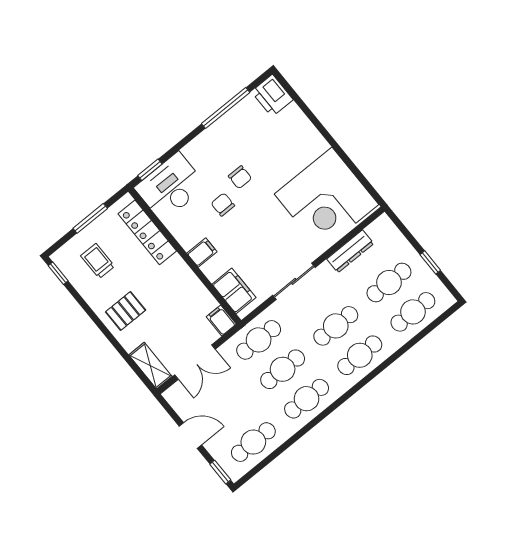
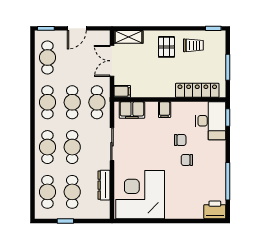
trolley: (98, 261) -> (193, 45), moved

